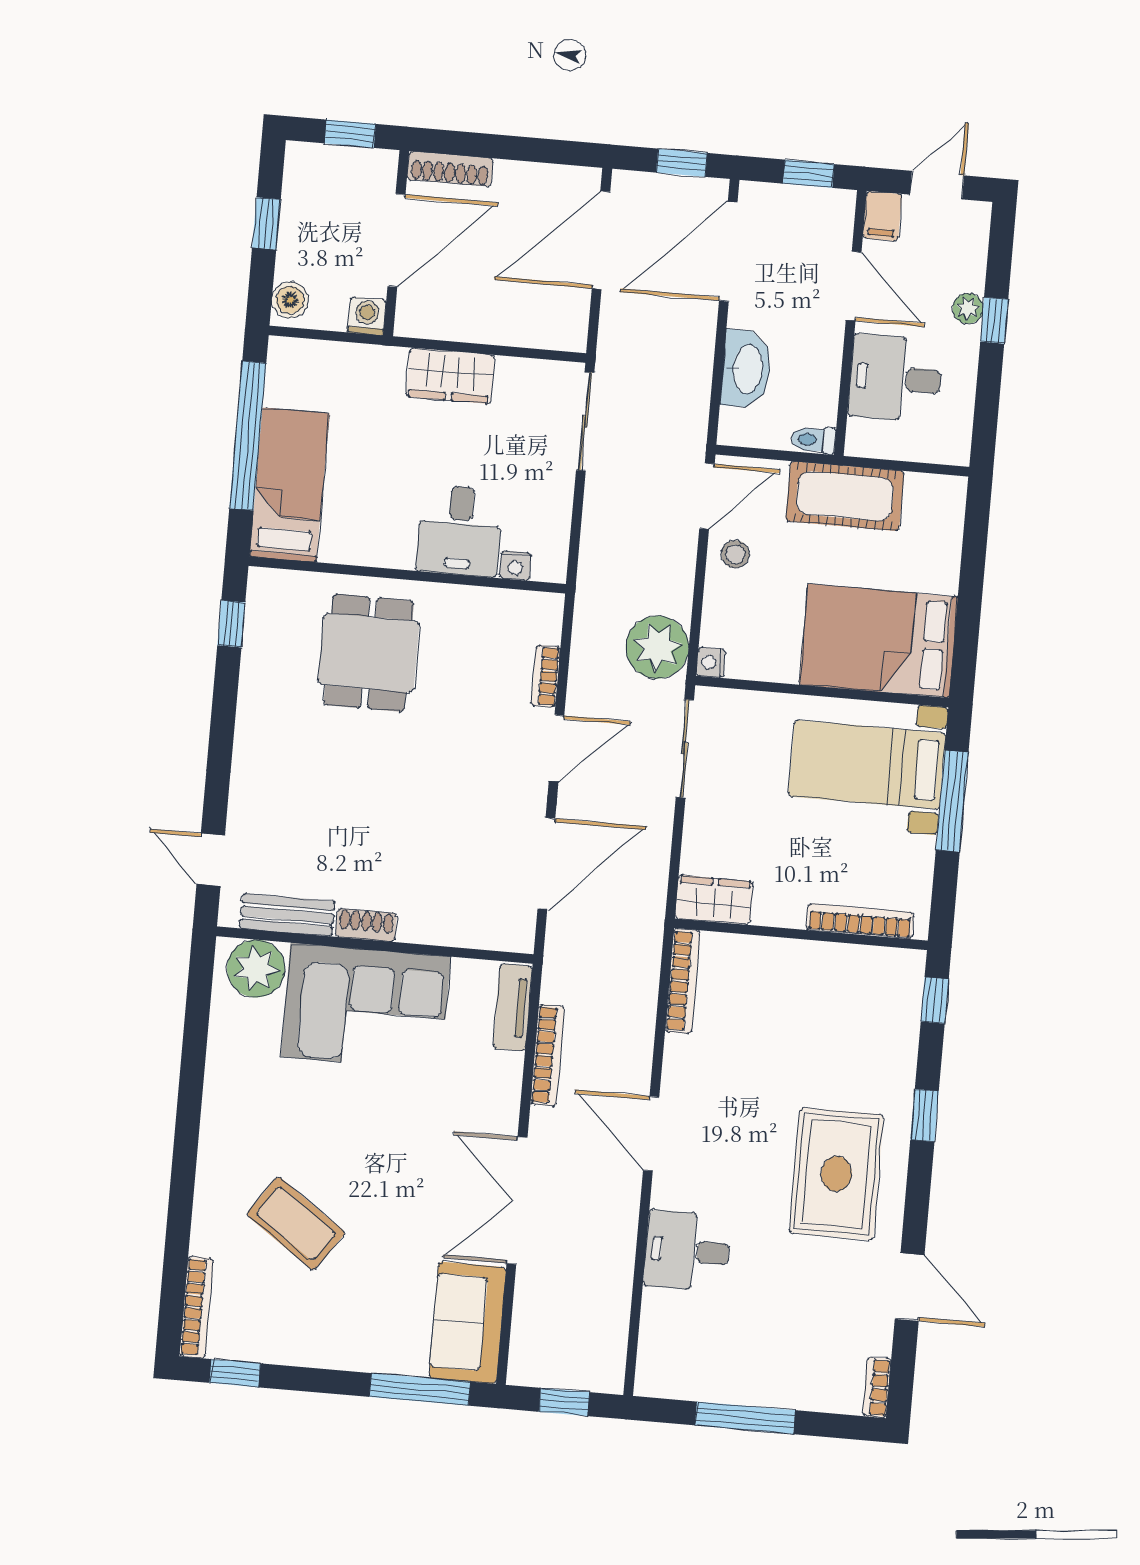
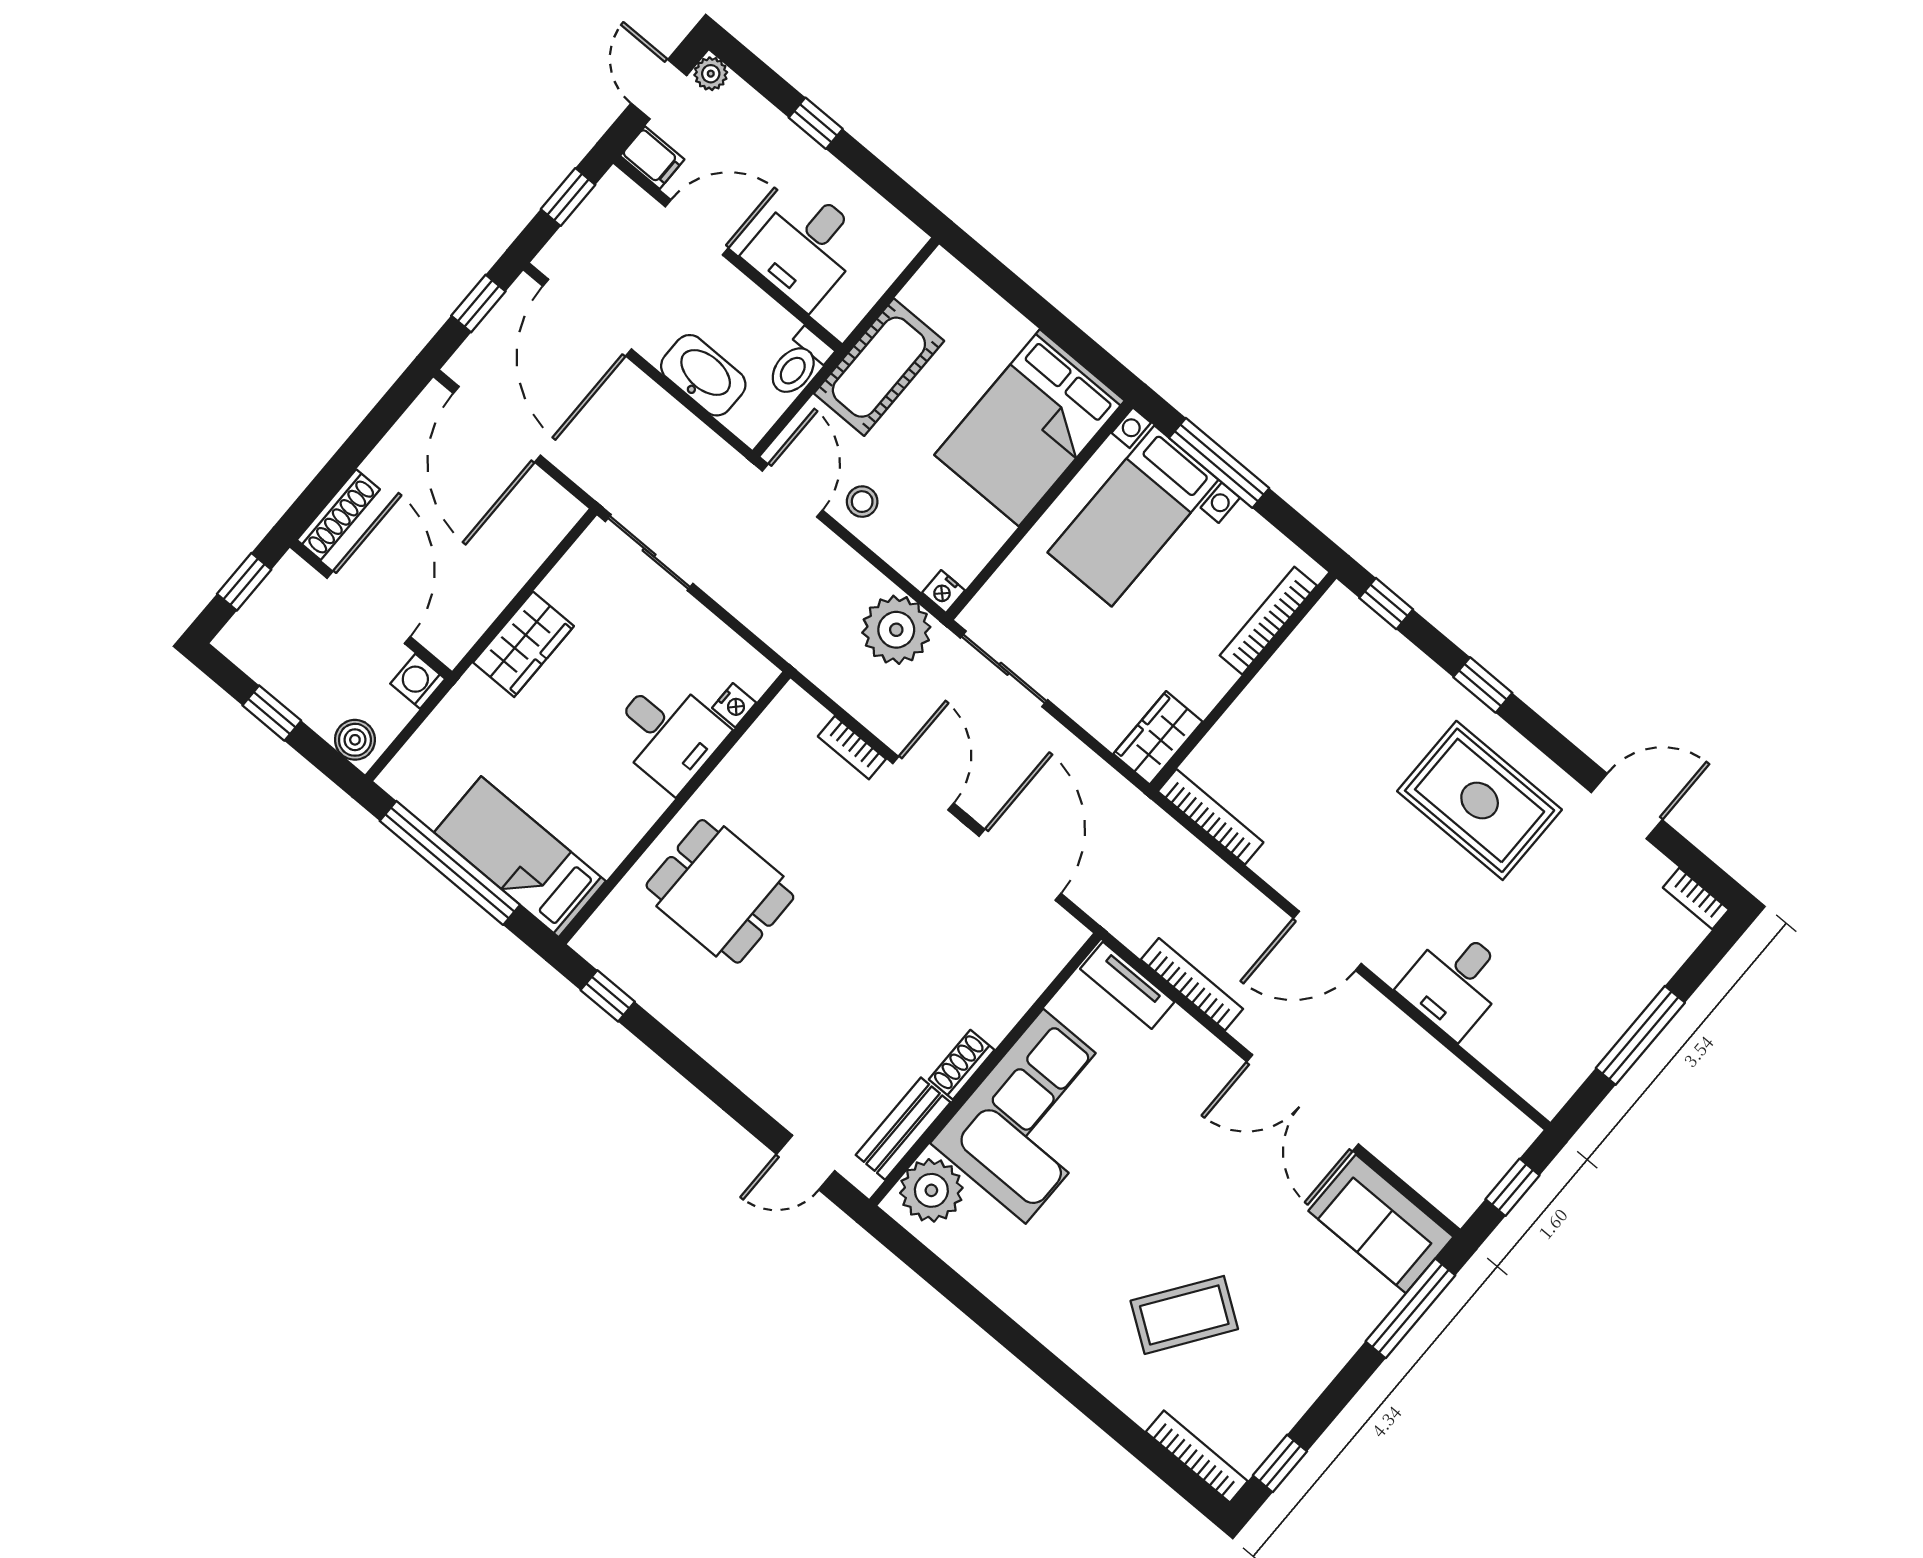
plant: (968, 308) -> (711, 74), moved
toilet: (813, 440) -> (799, 363), width x1.37, depth x1.39

